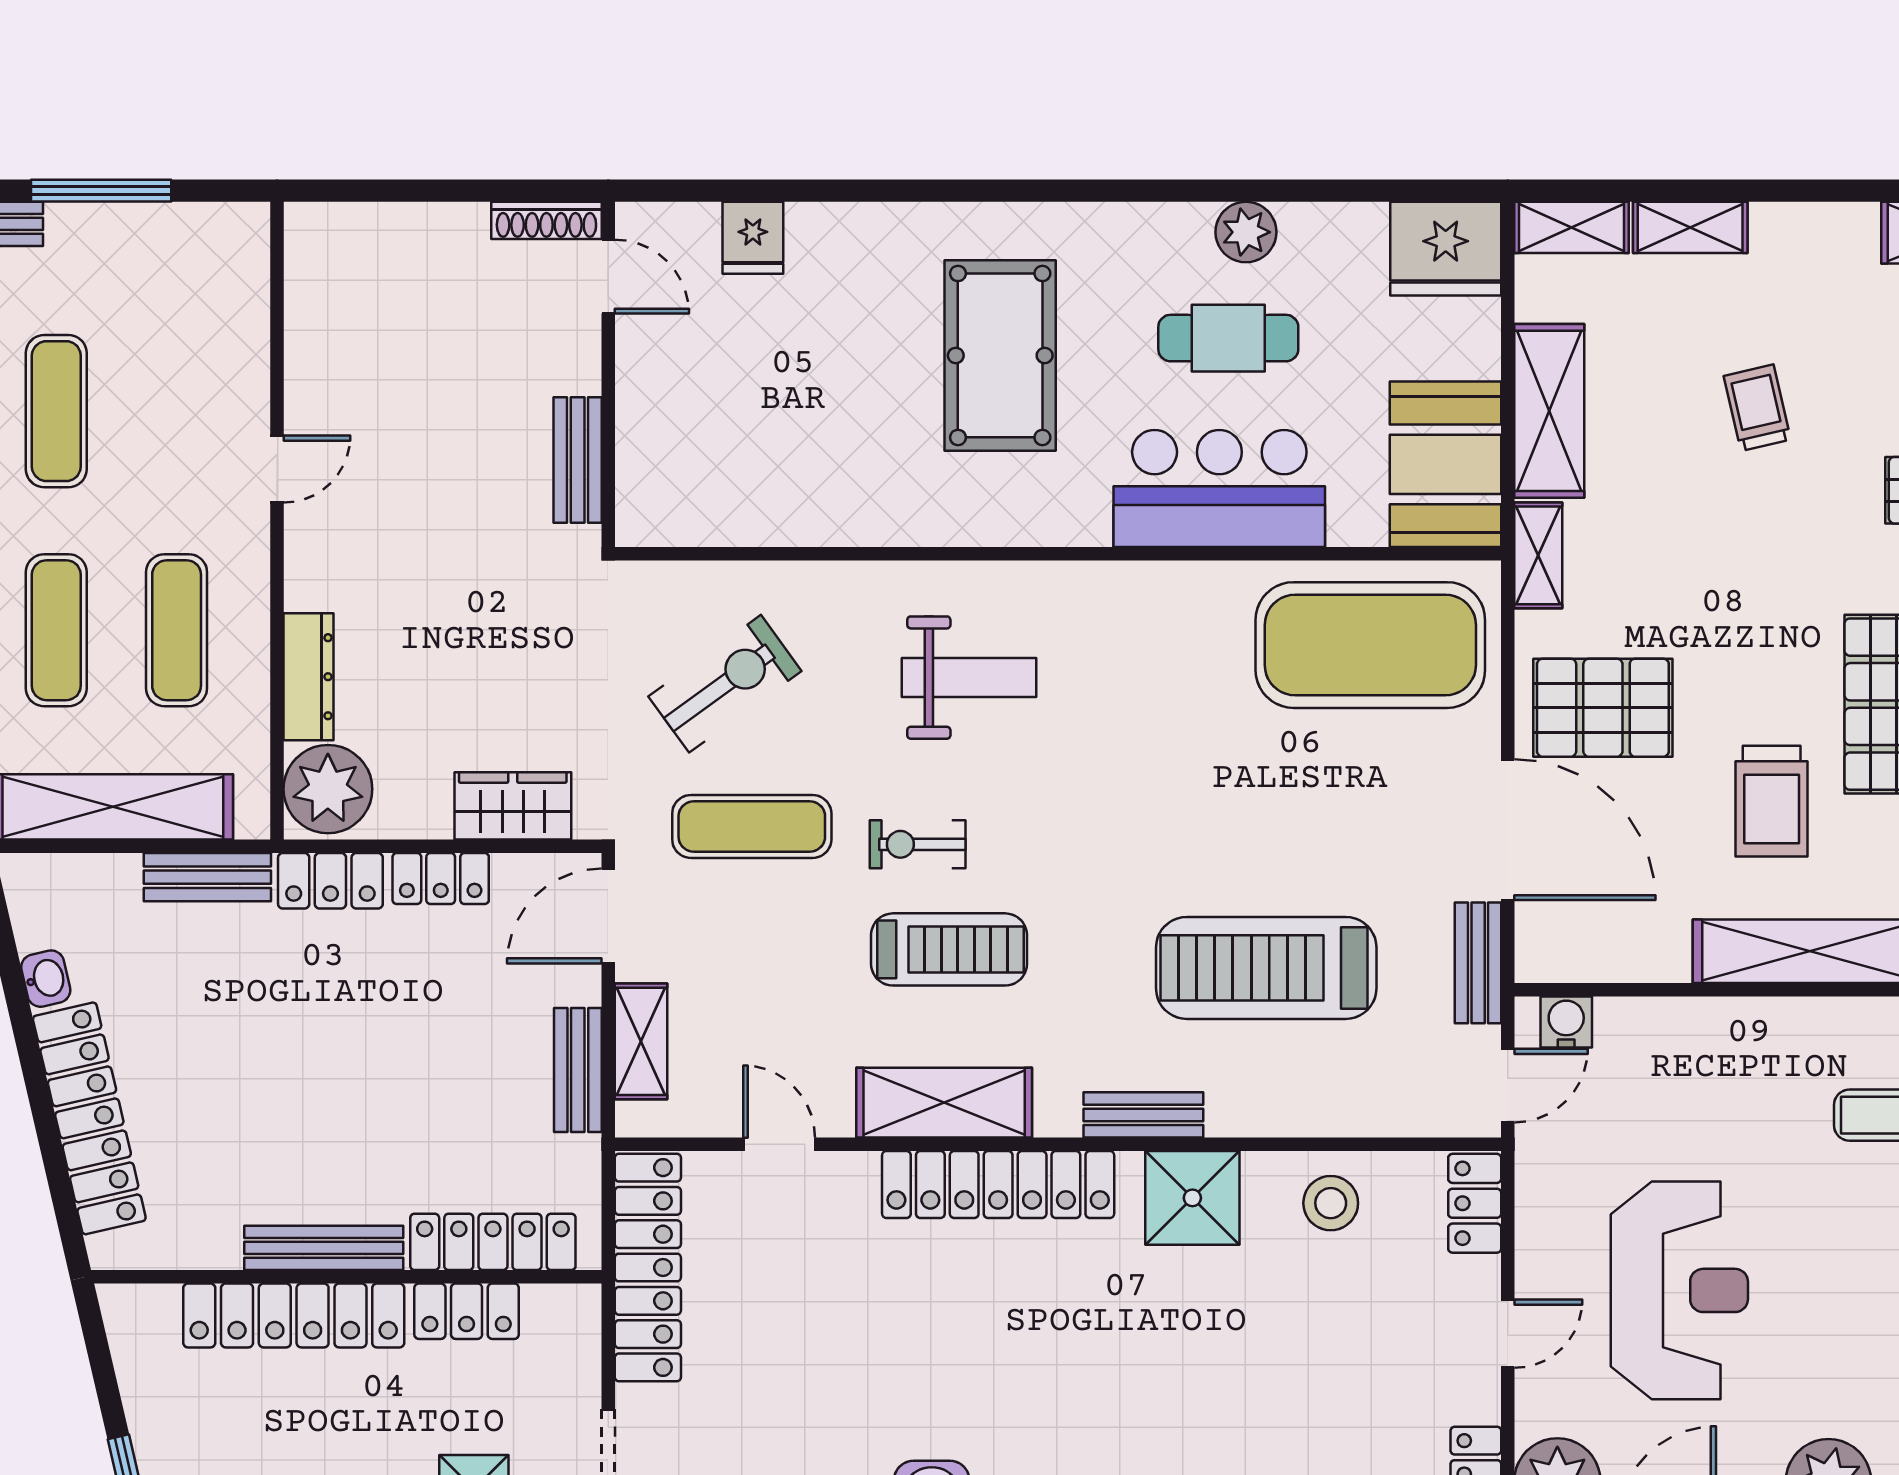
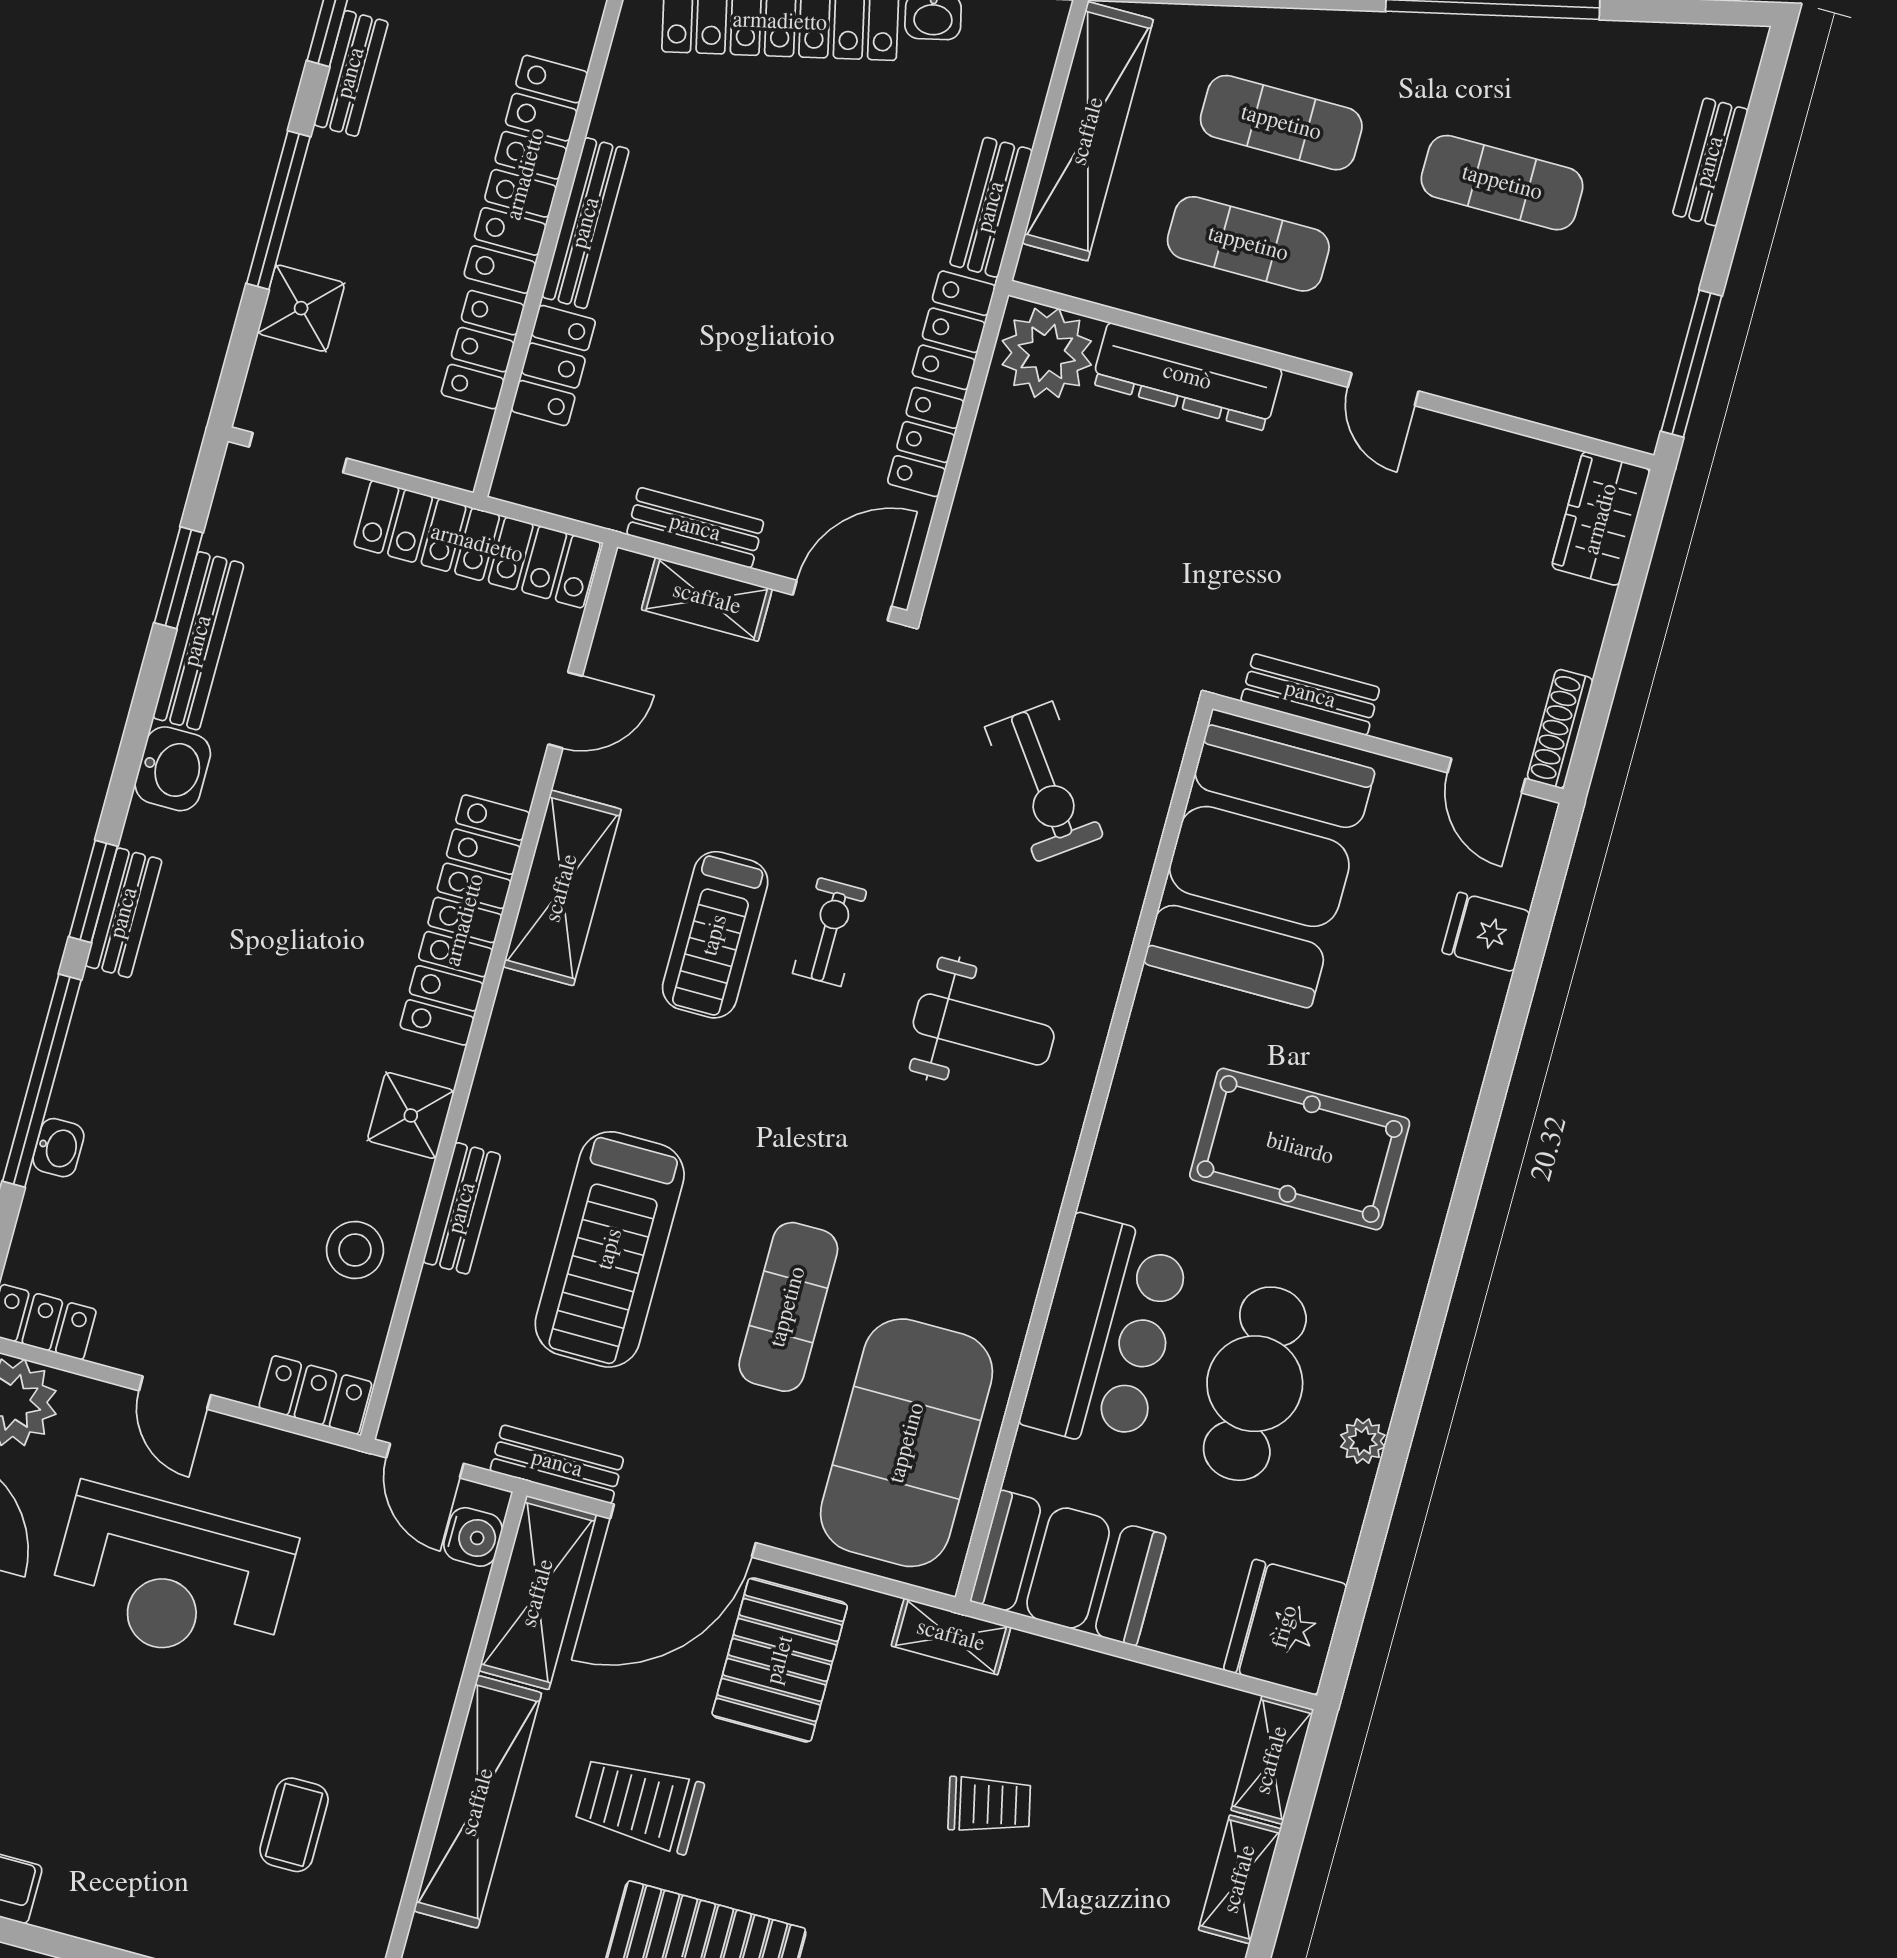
window: (101, 191) -> (1691, 364), moved
plant: (1246, 232) -> (1363, 1441), width x0.73, depth x0.73
door: (608, 277) -> (1487, 776), hinge flipped
cafe table: (1228, 338) -> (1255, 1384), width x1.37, depth x1.35
trolley: (1757, 408) -> (989, 1804), moved
shelving: (1549, 411) -> (538, 1593), moved, turned 90
booth: (749, 464) -> (1259, 866), added
dresser: (309, 677) -> (1187, 377), width x1.37, depth x1.24
weight bench: (969, 678) -> (984, 1030), turned -90
wardrobe: (513, 806) -> (1601, 519), moved, turned 180
exercise mat: (752, 826) -> (788, 1307), moved
door: (608, 916) -> (842, 601), hinge flipped
treadmill: (1266, 968) -> (610, 1249), turned 180
bench: (1143, 1115) -> (462, 1208), moved
shower: (1192, 1198) -> (411, 1116), width x0.73, depth x0.73
locker: (493, 1242) -> (553, 366), width x0.66

